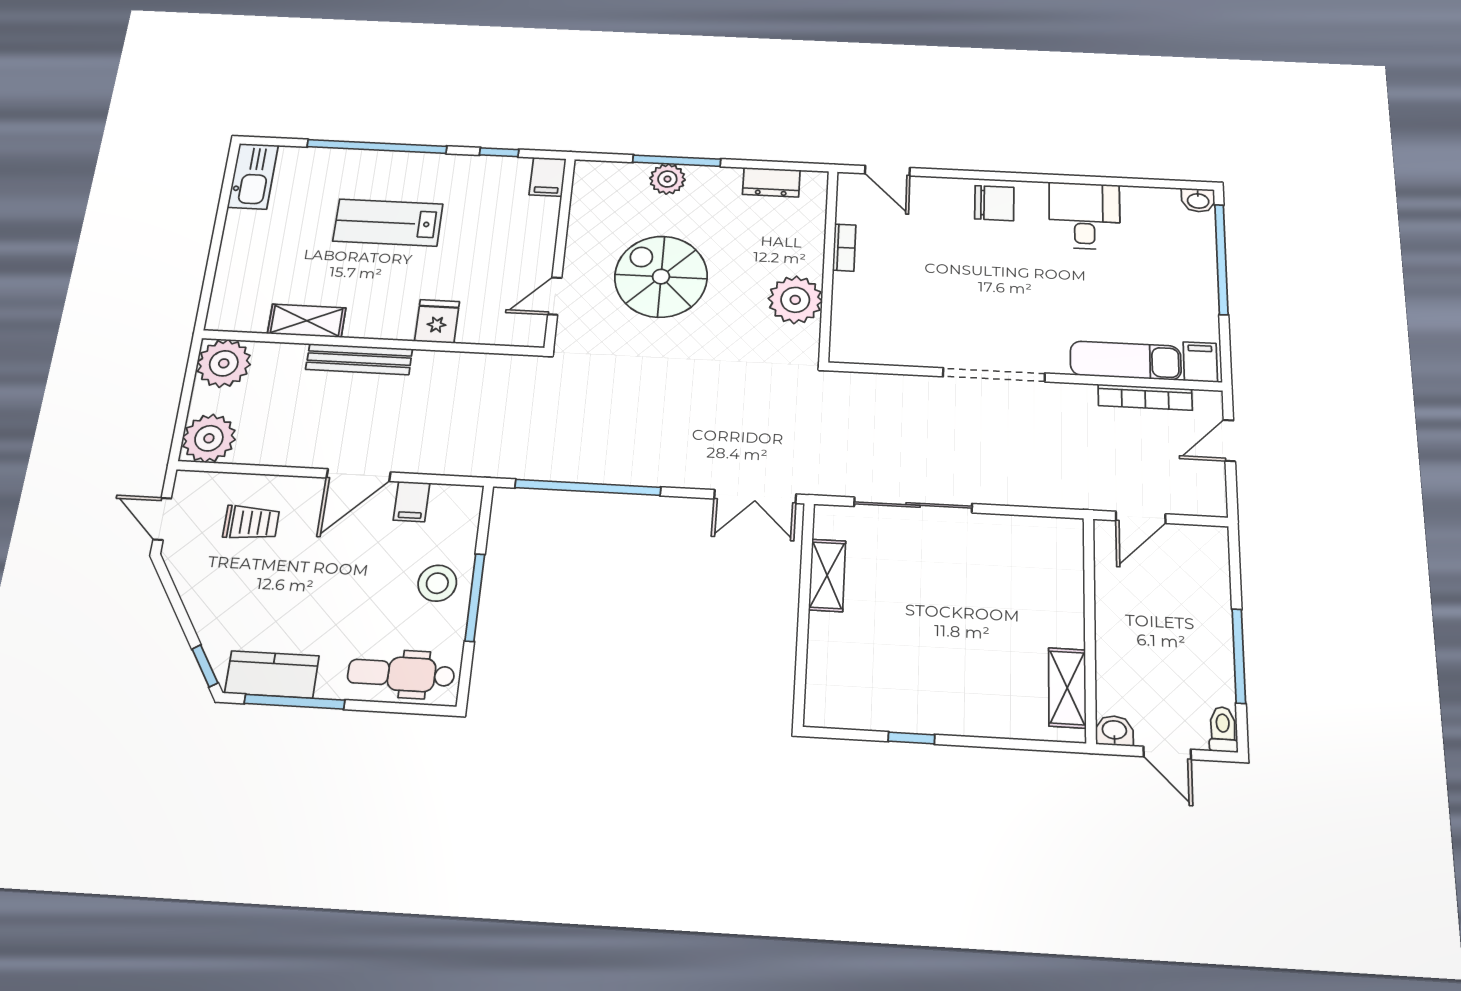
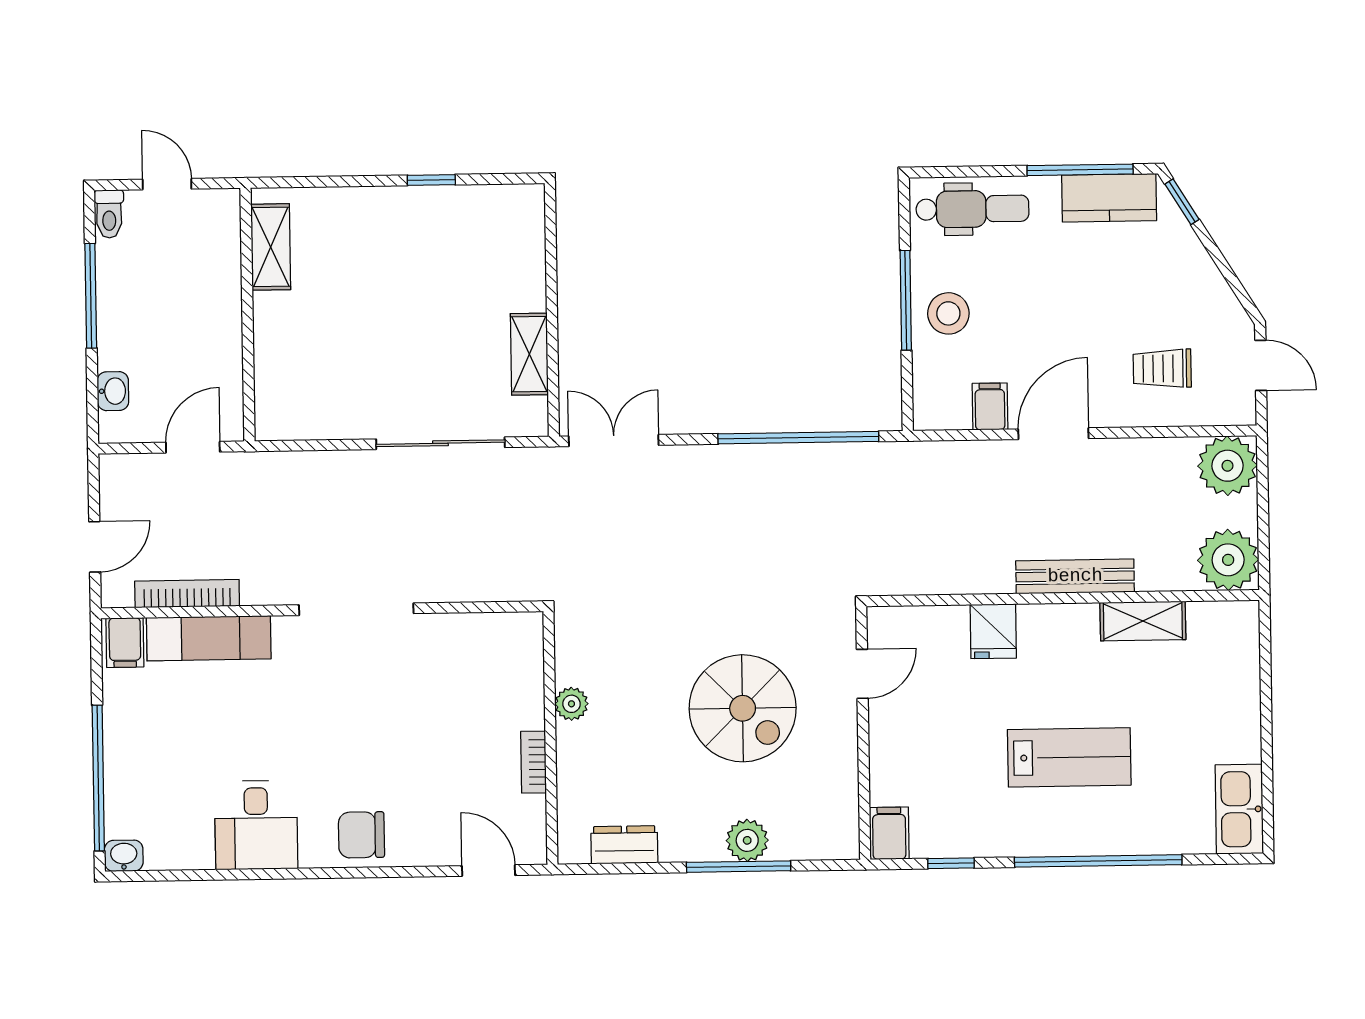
plant: (795, 300) -> (571, 704), width x0.53, depth x0.53
washbasin: (1114, 731) -> (113, 391), moved, turned -90

